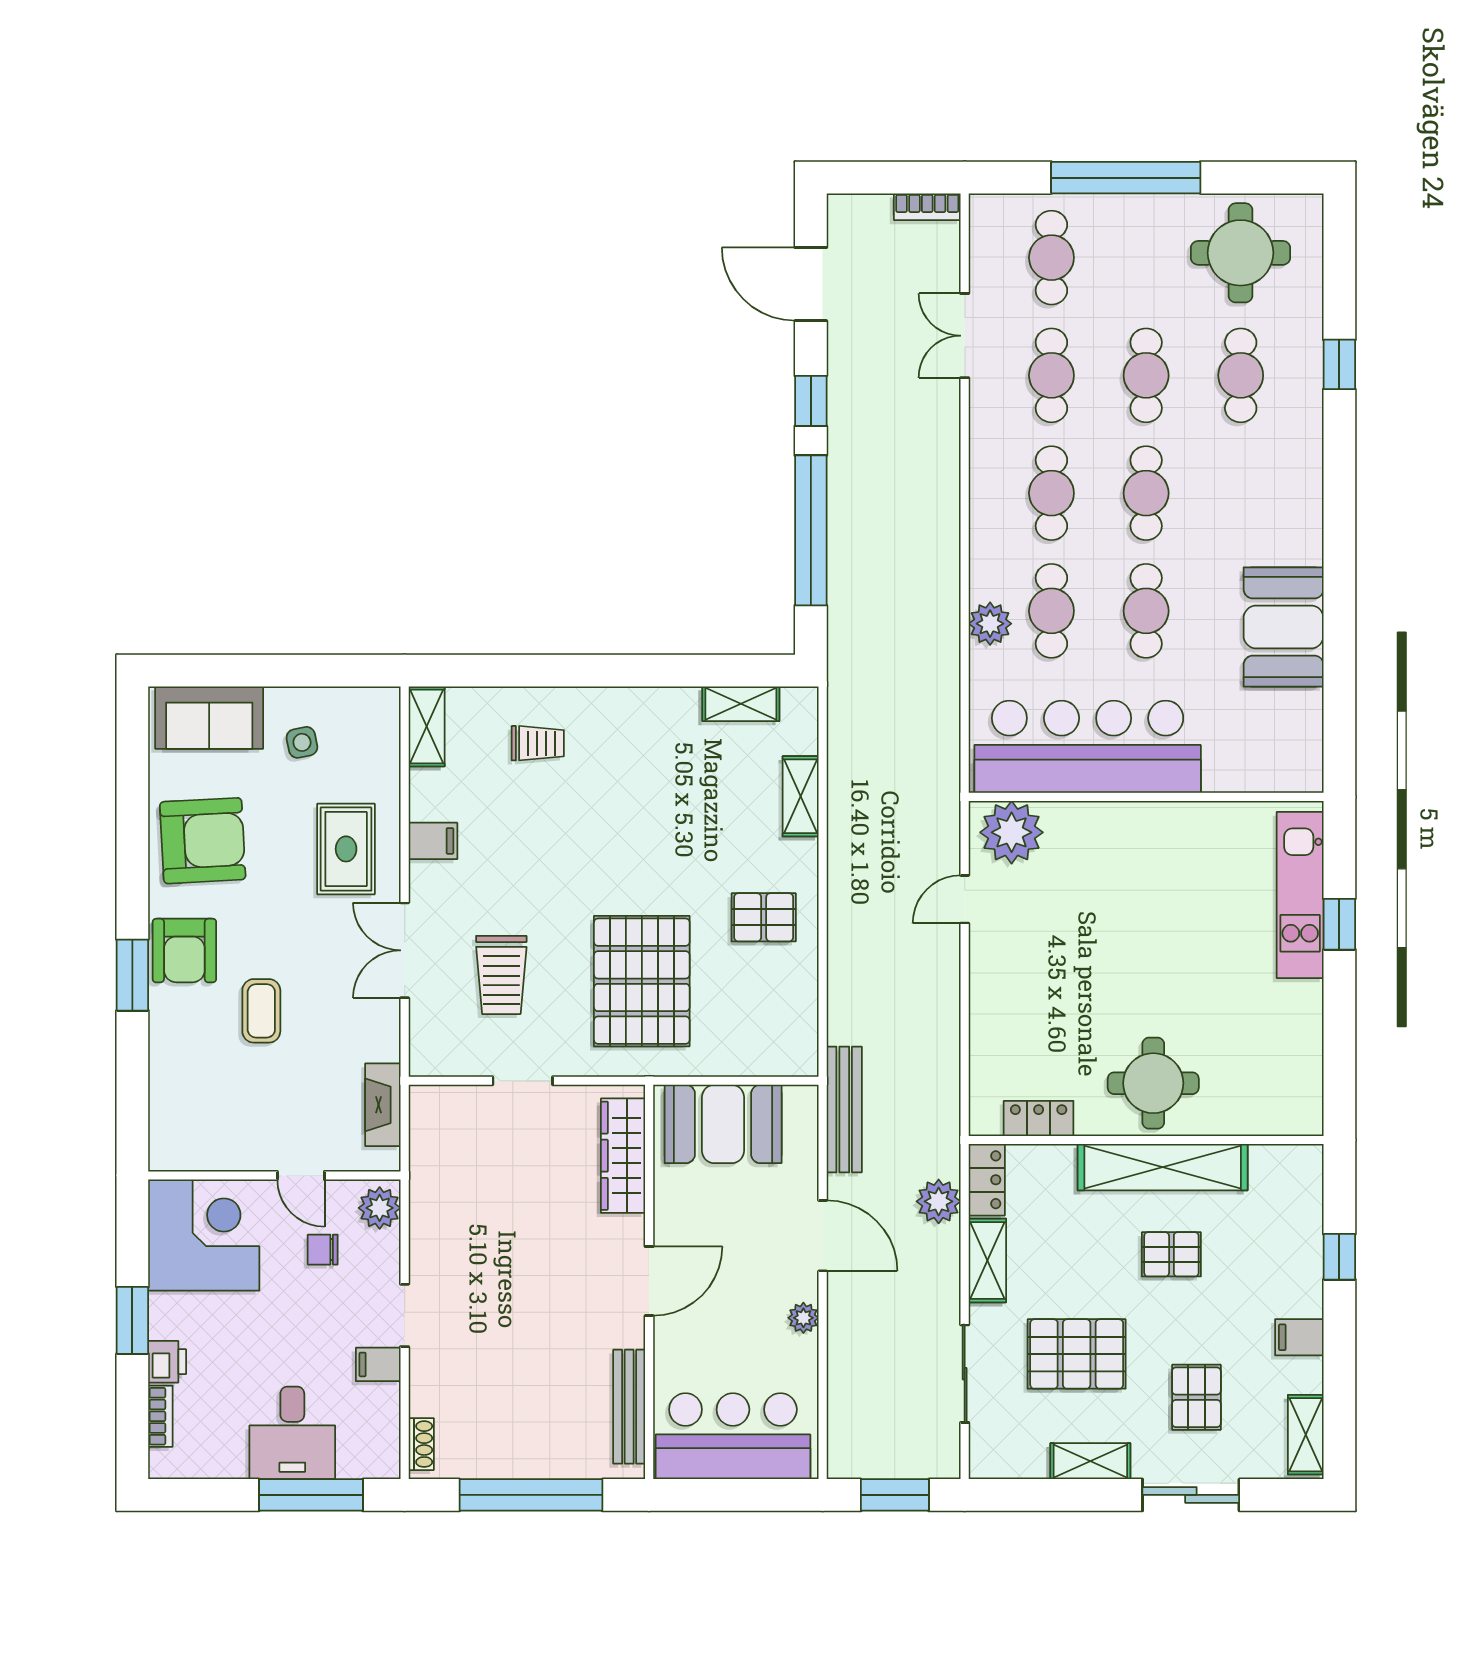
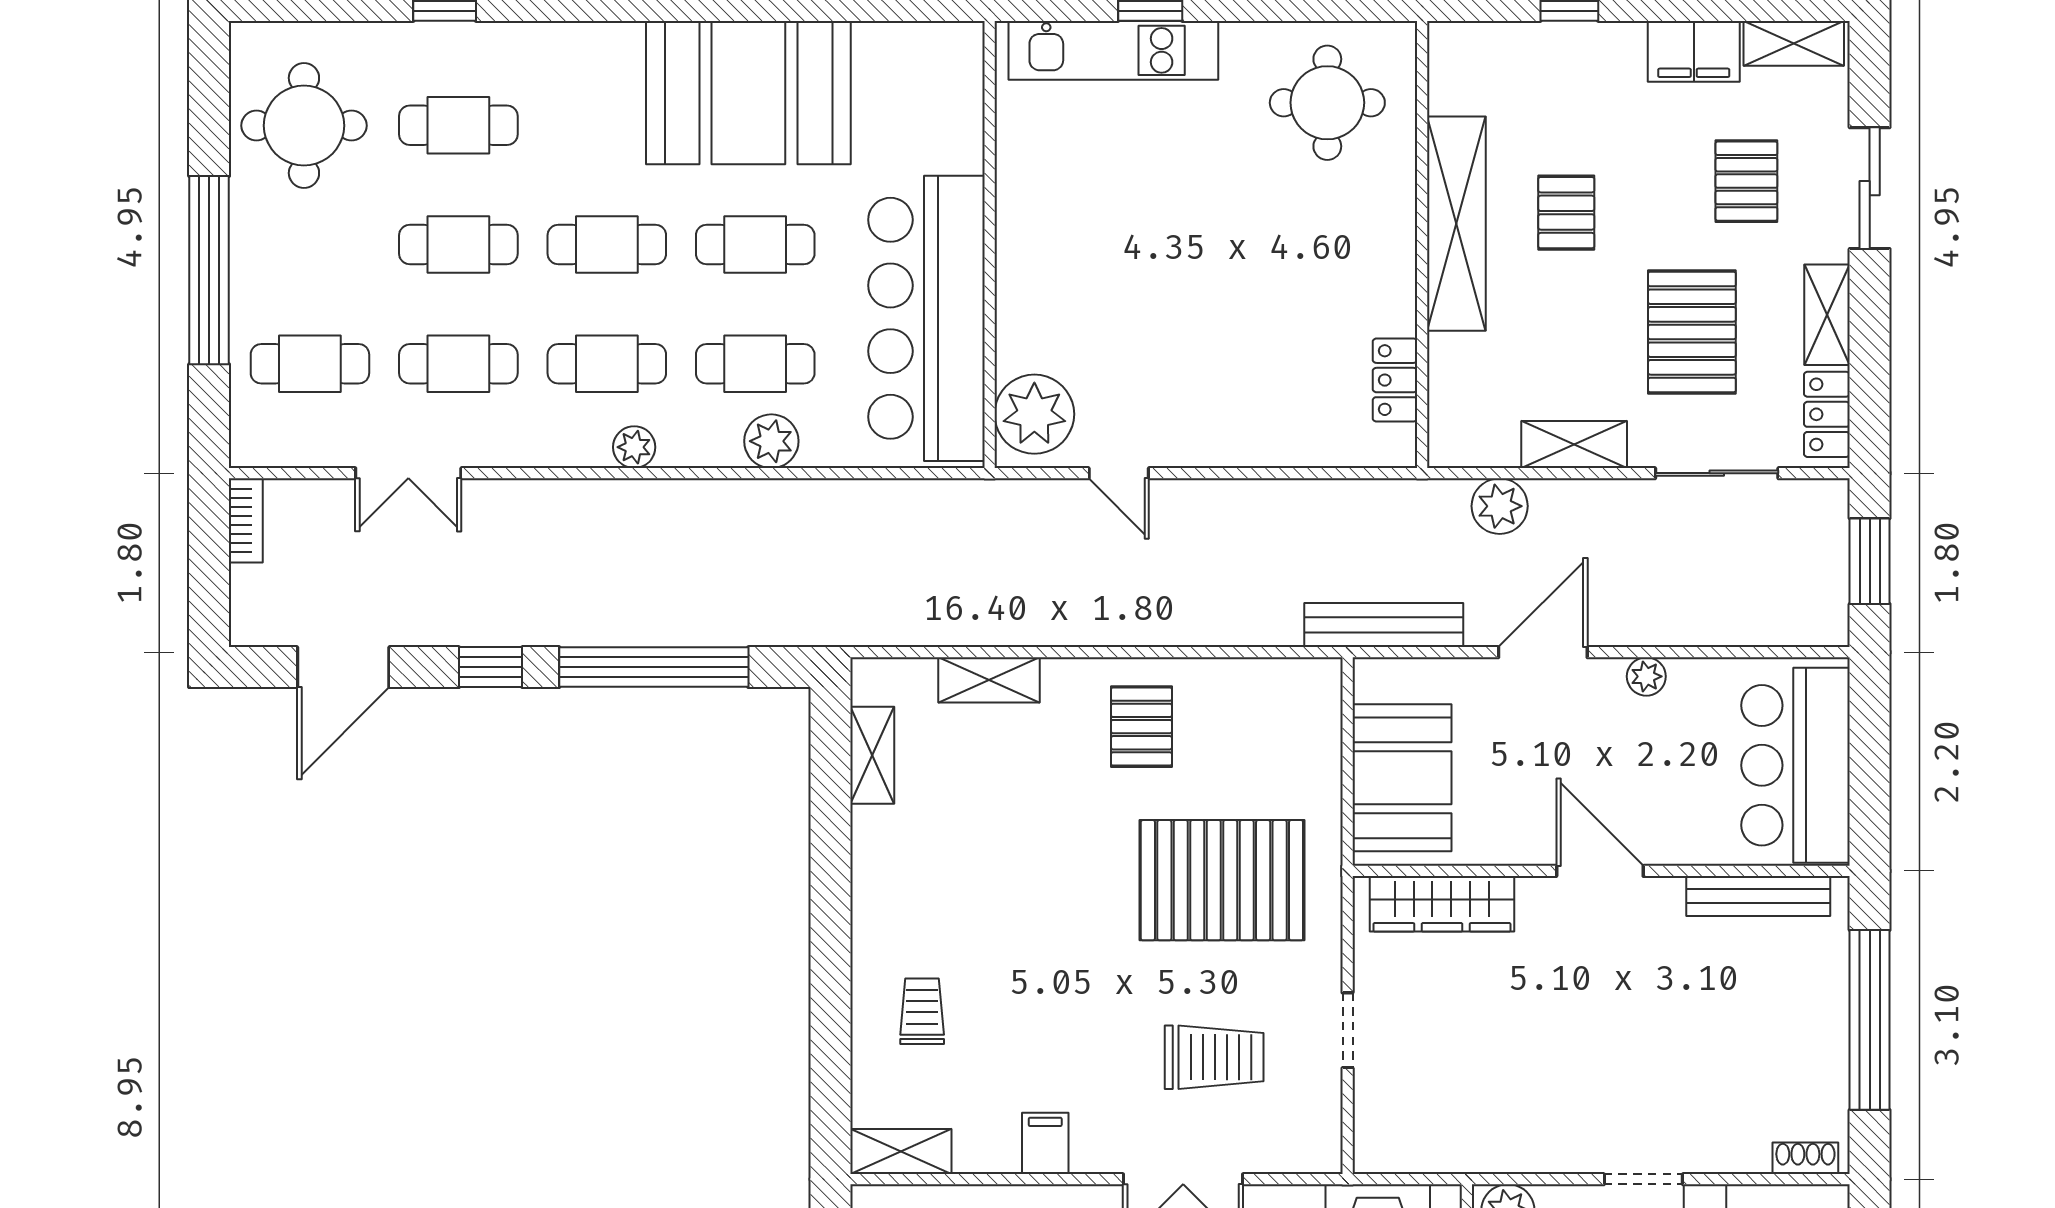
plant: (985, 515) -> (634, 447), added
booth: (1284, 627) -> (748, 93), width x1.36, depth x1.42
round table: (1153, 1083) -> (1327, 103), moved
locker: (987, 1180) -> (1827, 414), moved, turned -90
filing cabinet: (1299, 1337) -> (1694, 51), width x2.00
pallet: (1196, 1397) -> (1746, 181), turned 90

